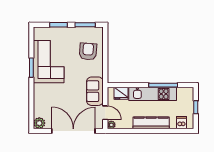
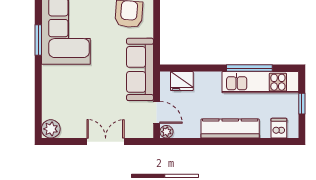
sofa: (95, 91) -> (140, 69), width x1.36
kitchen unit: (153, 94) -> (260, 82), moved
double door: (73, 131) -> (106, 142), width x0.54

